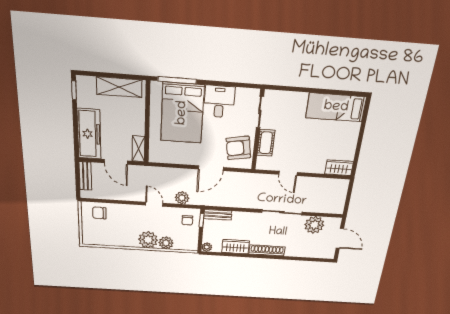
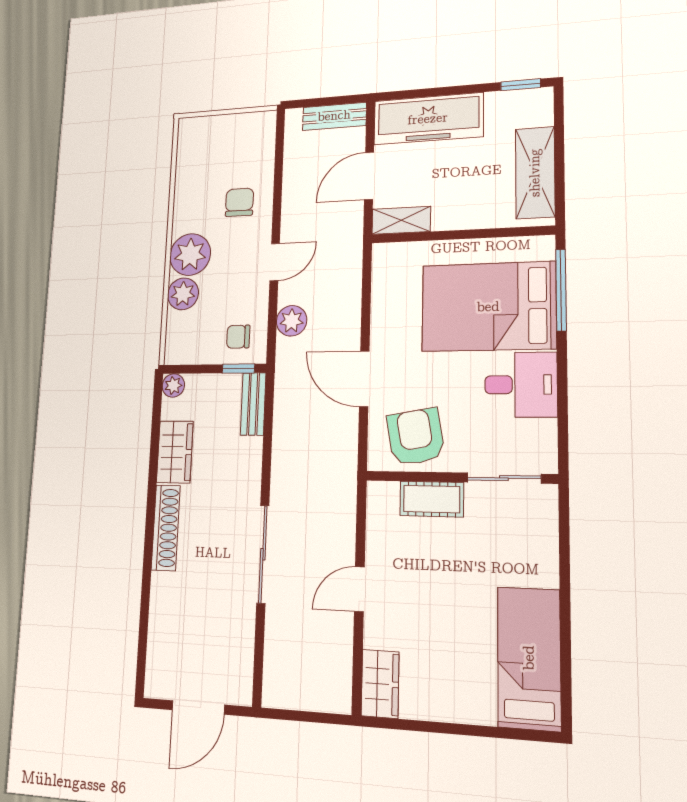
door: (288, 173) -> (359, 589), moved
chair: (99, 213) -> (239, 202), moved
plant: (314, 225) -> (232, 638), removed

